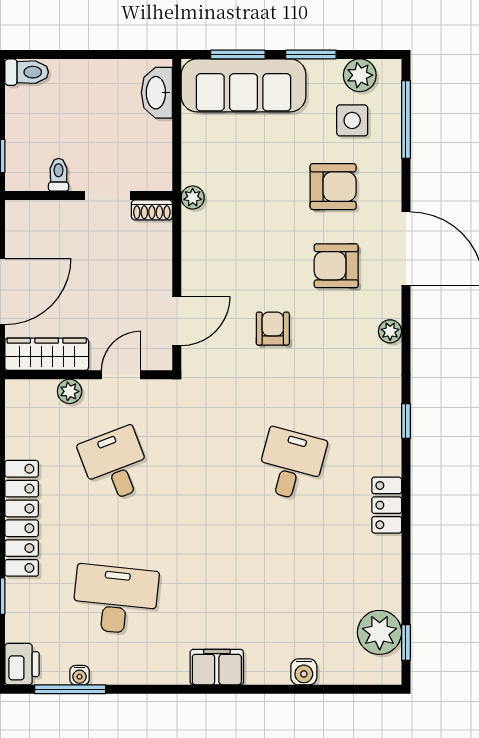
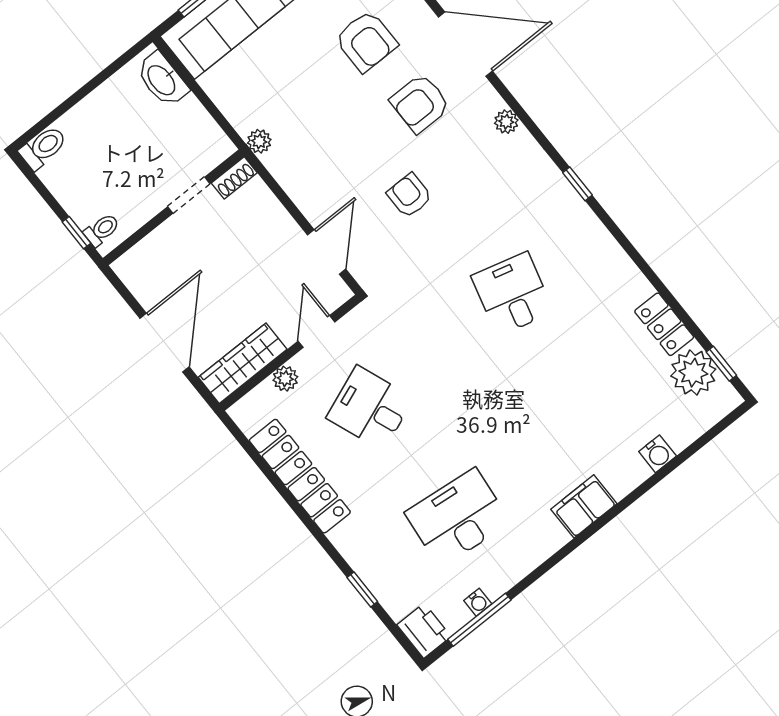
toilet: (59, 175) -> (102, 230), moved, turned 90
armchair: (333, 187) -> (366, 41), turned 90
locker: (387, 505) -> (664, 324), moved
locker: (22, 518) -> (300, 476), moved

